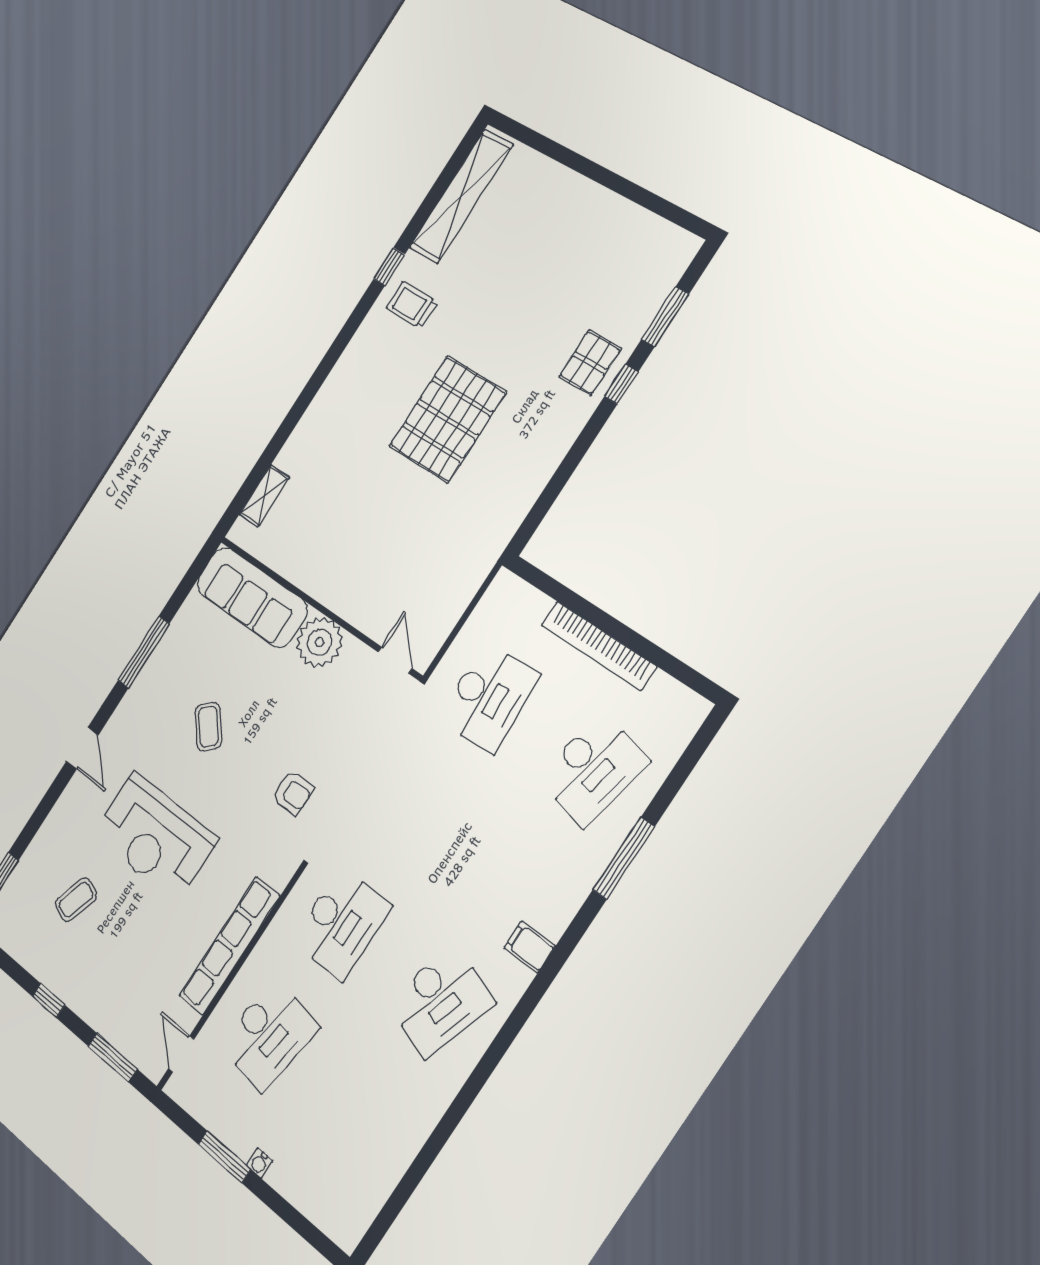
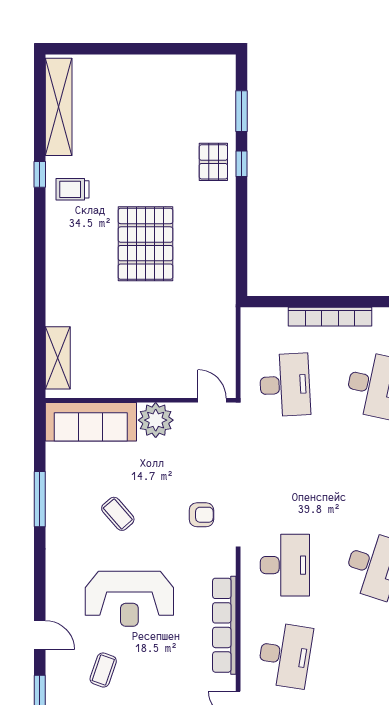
shelving: (264, 496) -> (58, 358), width x1.50, depth x1.33
door: (82, 748) -> (40, 635), moved

